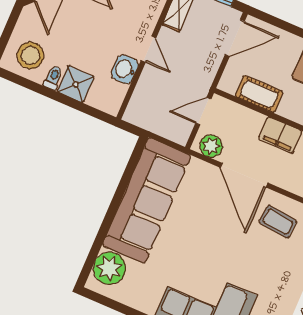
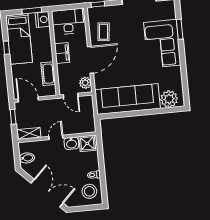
shower: (76, 84) -> (87, 143), moved

